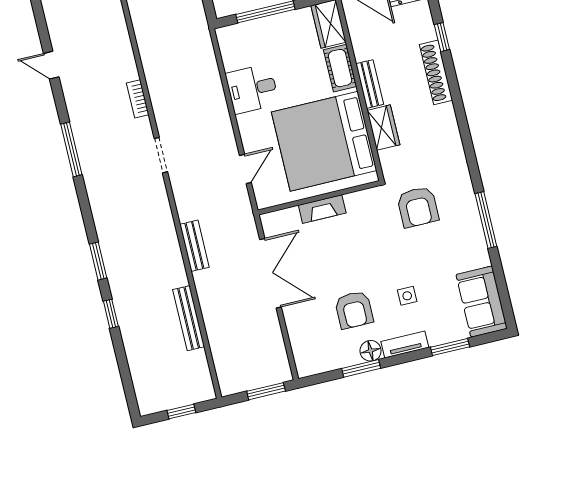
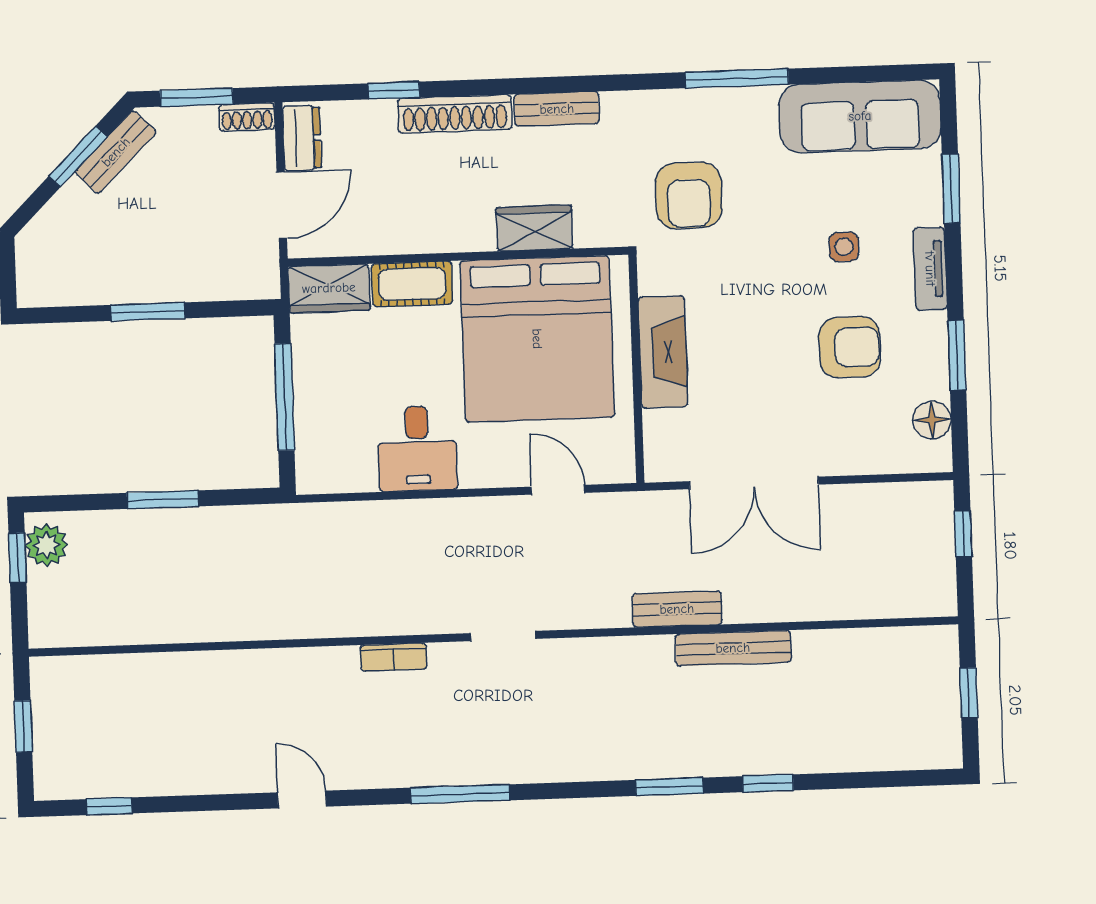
door: (51, 65) -> (302, 800), swing flipped
bench: (370, 84) -> (557, 109), moved
armchair: (418, 207) -> (689, 195), turned 90
fireplace: (322, 209) -> (663, 352), width x1.37, depth x1.32
double door: (270, 273) -> (754, 483), swing flipped
sofa: (482, 302) -> (860, 116), width x1.36
bench: (189, 318) -> (733, 648), moved
floor lamp: (371, 351) -> (932, 420), moved
window: (266, 391) -> (963, 534), width x0.67

